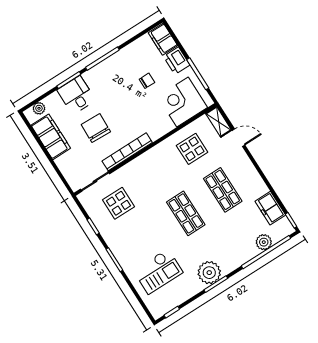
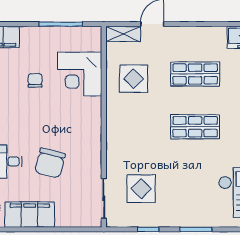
printer: (177, 61) -> (34, 37), removed
corner desk: (183, 102) -> (80, 74), moved
chair: (96, 128) -> (50, 163), turned -78
bookcase: (127, 152) -> (95, 146), removed

